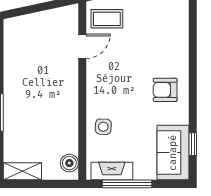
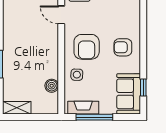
door: (82, 46) -> (61, 15), swing flipped
armchair: (116, 89) -> (87, 47), added
boiler: (69, 163) -> (52, 86), moved

